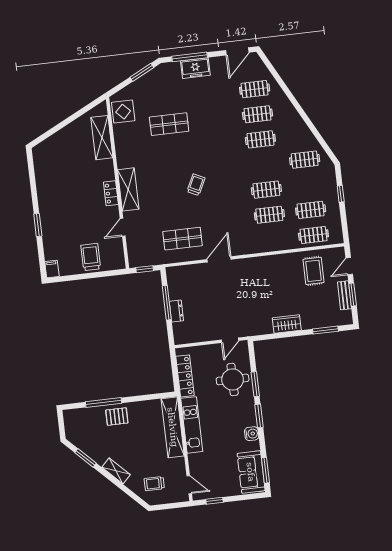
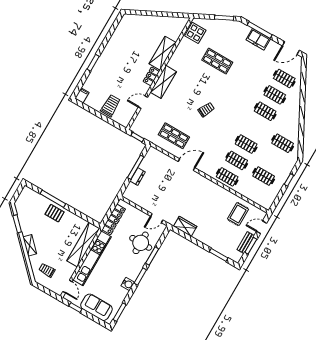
shelving: (102, 138) -> (163, 53), moved
clothes rail: (313, 235) -> (227, 177), moved
wardrobe: (287, 324) -> (185, 226), moved
kitchen unit: (192, 425) -> (92, 258), width x1.36
sofa: (251, 472) -> (96, 307), moved, turned 90

